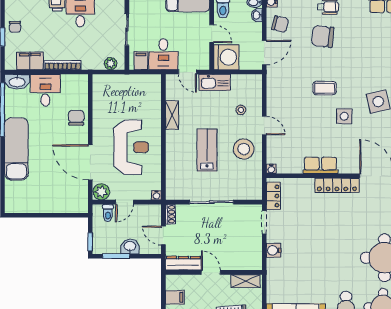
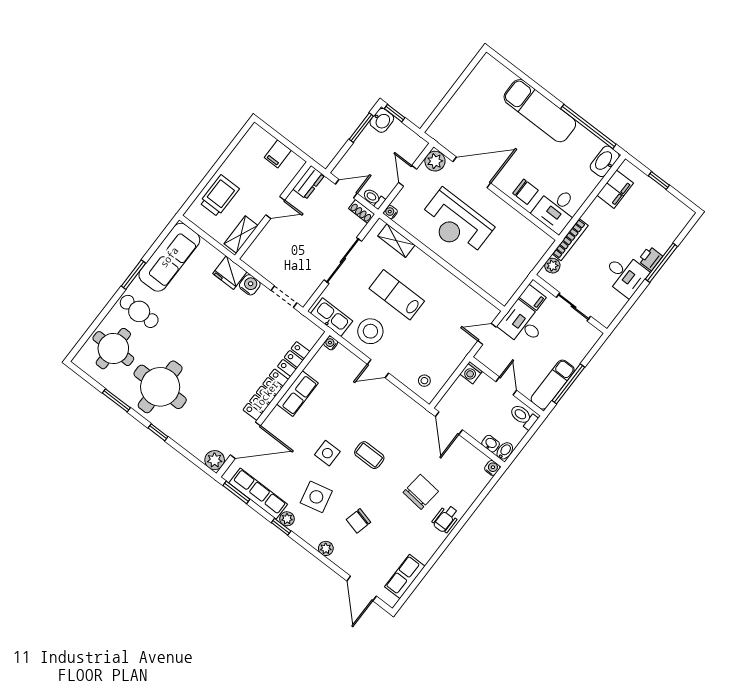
chair: (280, 24) -> (358, 521), moved
chair: (15, 27) -> (659, 200), removed
door: (212, 34) -> (506, 386), swing flipped
washing machine: (226, 57) -> (471, 373), width x0.53, depth x0.53
bookcase: (63, 65) -> (570, 240), moved
kitchen sink: (215, 82) -> (332, 317), moved, turned 90
coffee table: (325, 88) -> (369, 455), turned 90
desk: (45, 90) -> (557, 209), moved, turned 90
stool: (241, 110) -> (424, 381), moved
shelving: (172, 115) -> (396, 241), moved
lab bench: (207, 150) -> (397, 295), turned 180
locker: (273, 196) -> (294, 359), moved, turned 90
toilet: (108, 213) -> (374, 198), moved
washbasin: (130, 247) -> (382, 120), moved
dresser: (183, 263) -> (309, 182), width x0.70
fridge: (276, 269) -> (230, 273), added

